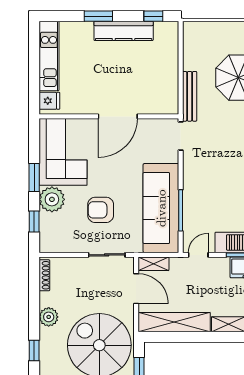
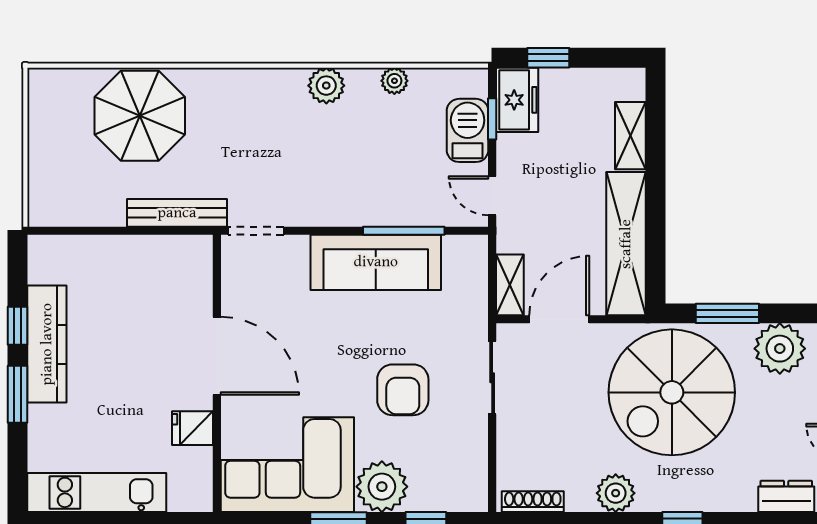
window: (153, 16) -> (18, 326), moved
fridge: (49, 101) -> (193, 428), moved, turned -90
sofa: (161, 208) -> (376, 262), width x0.74, depth x0.79

